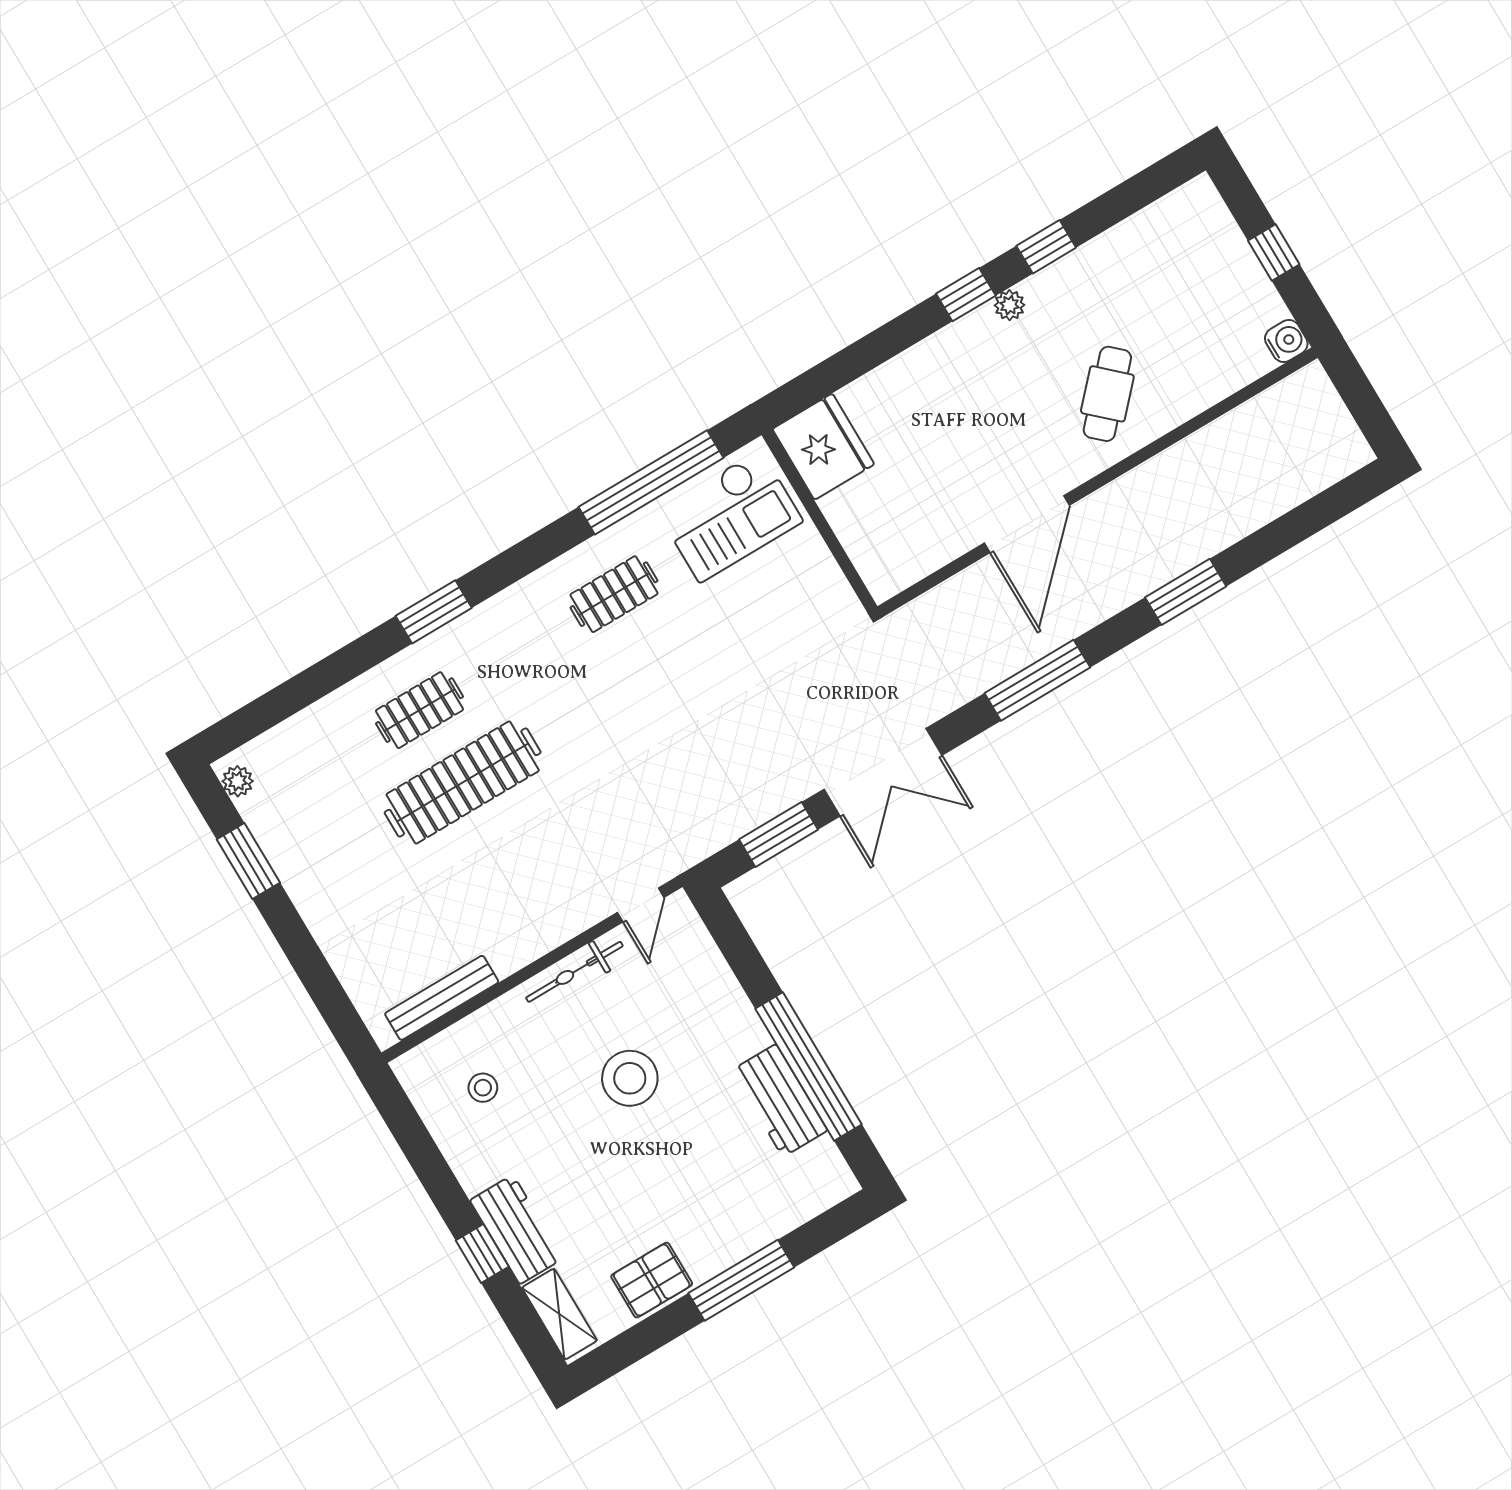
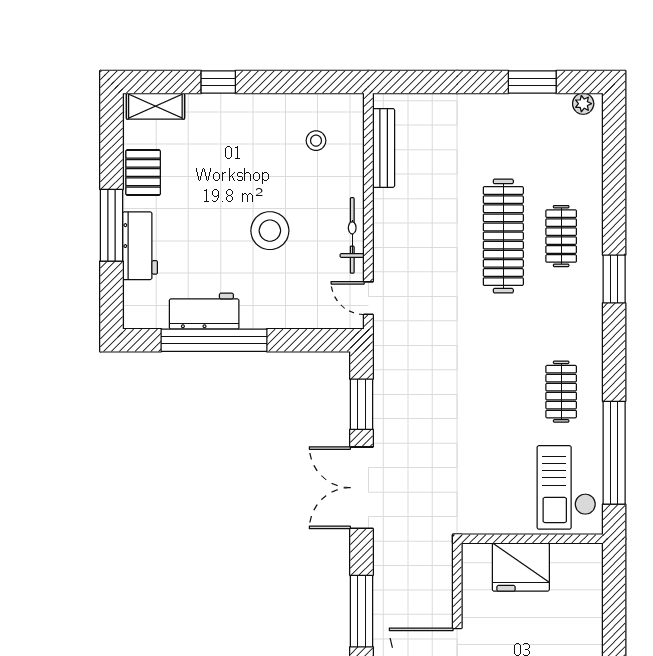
fridge: (823, 447) -> (521, 567), moved
workbench: (516, 1229) -> (140, 246), moved, turned -90

